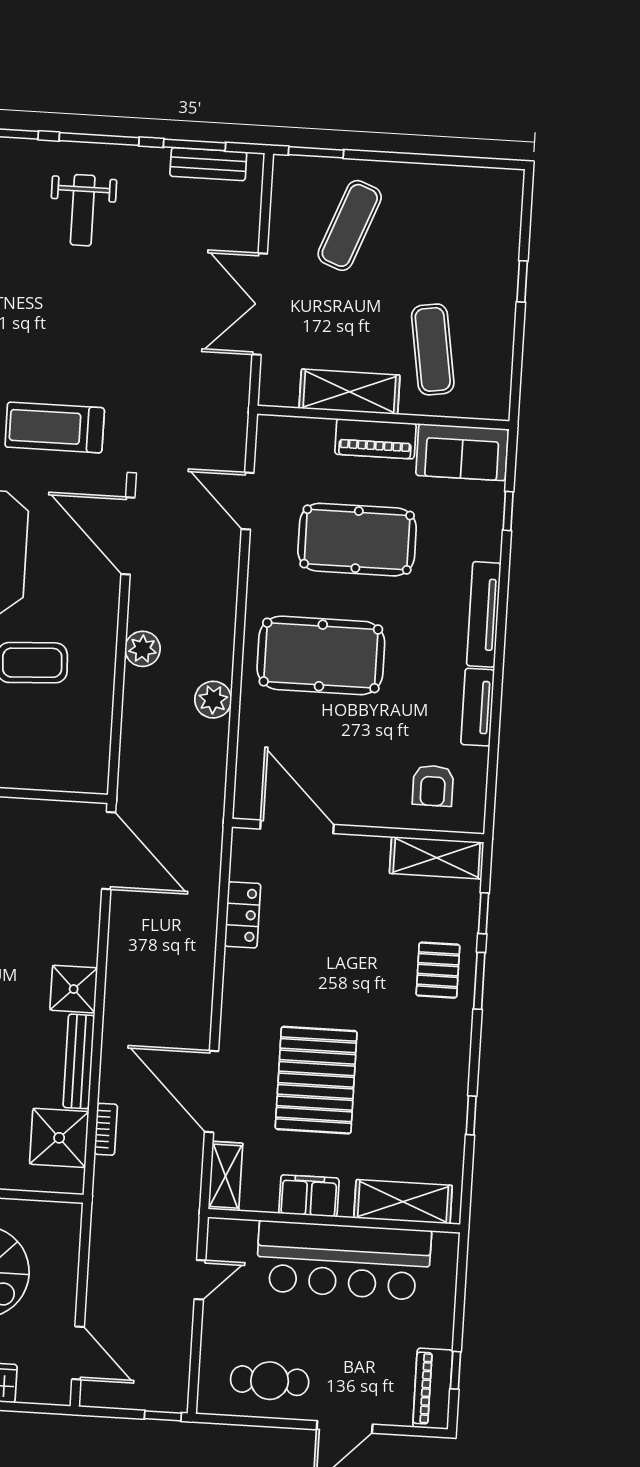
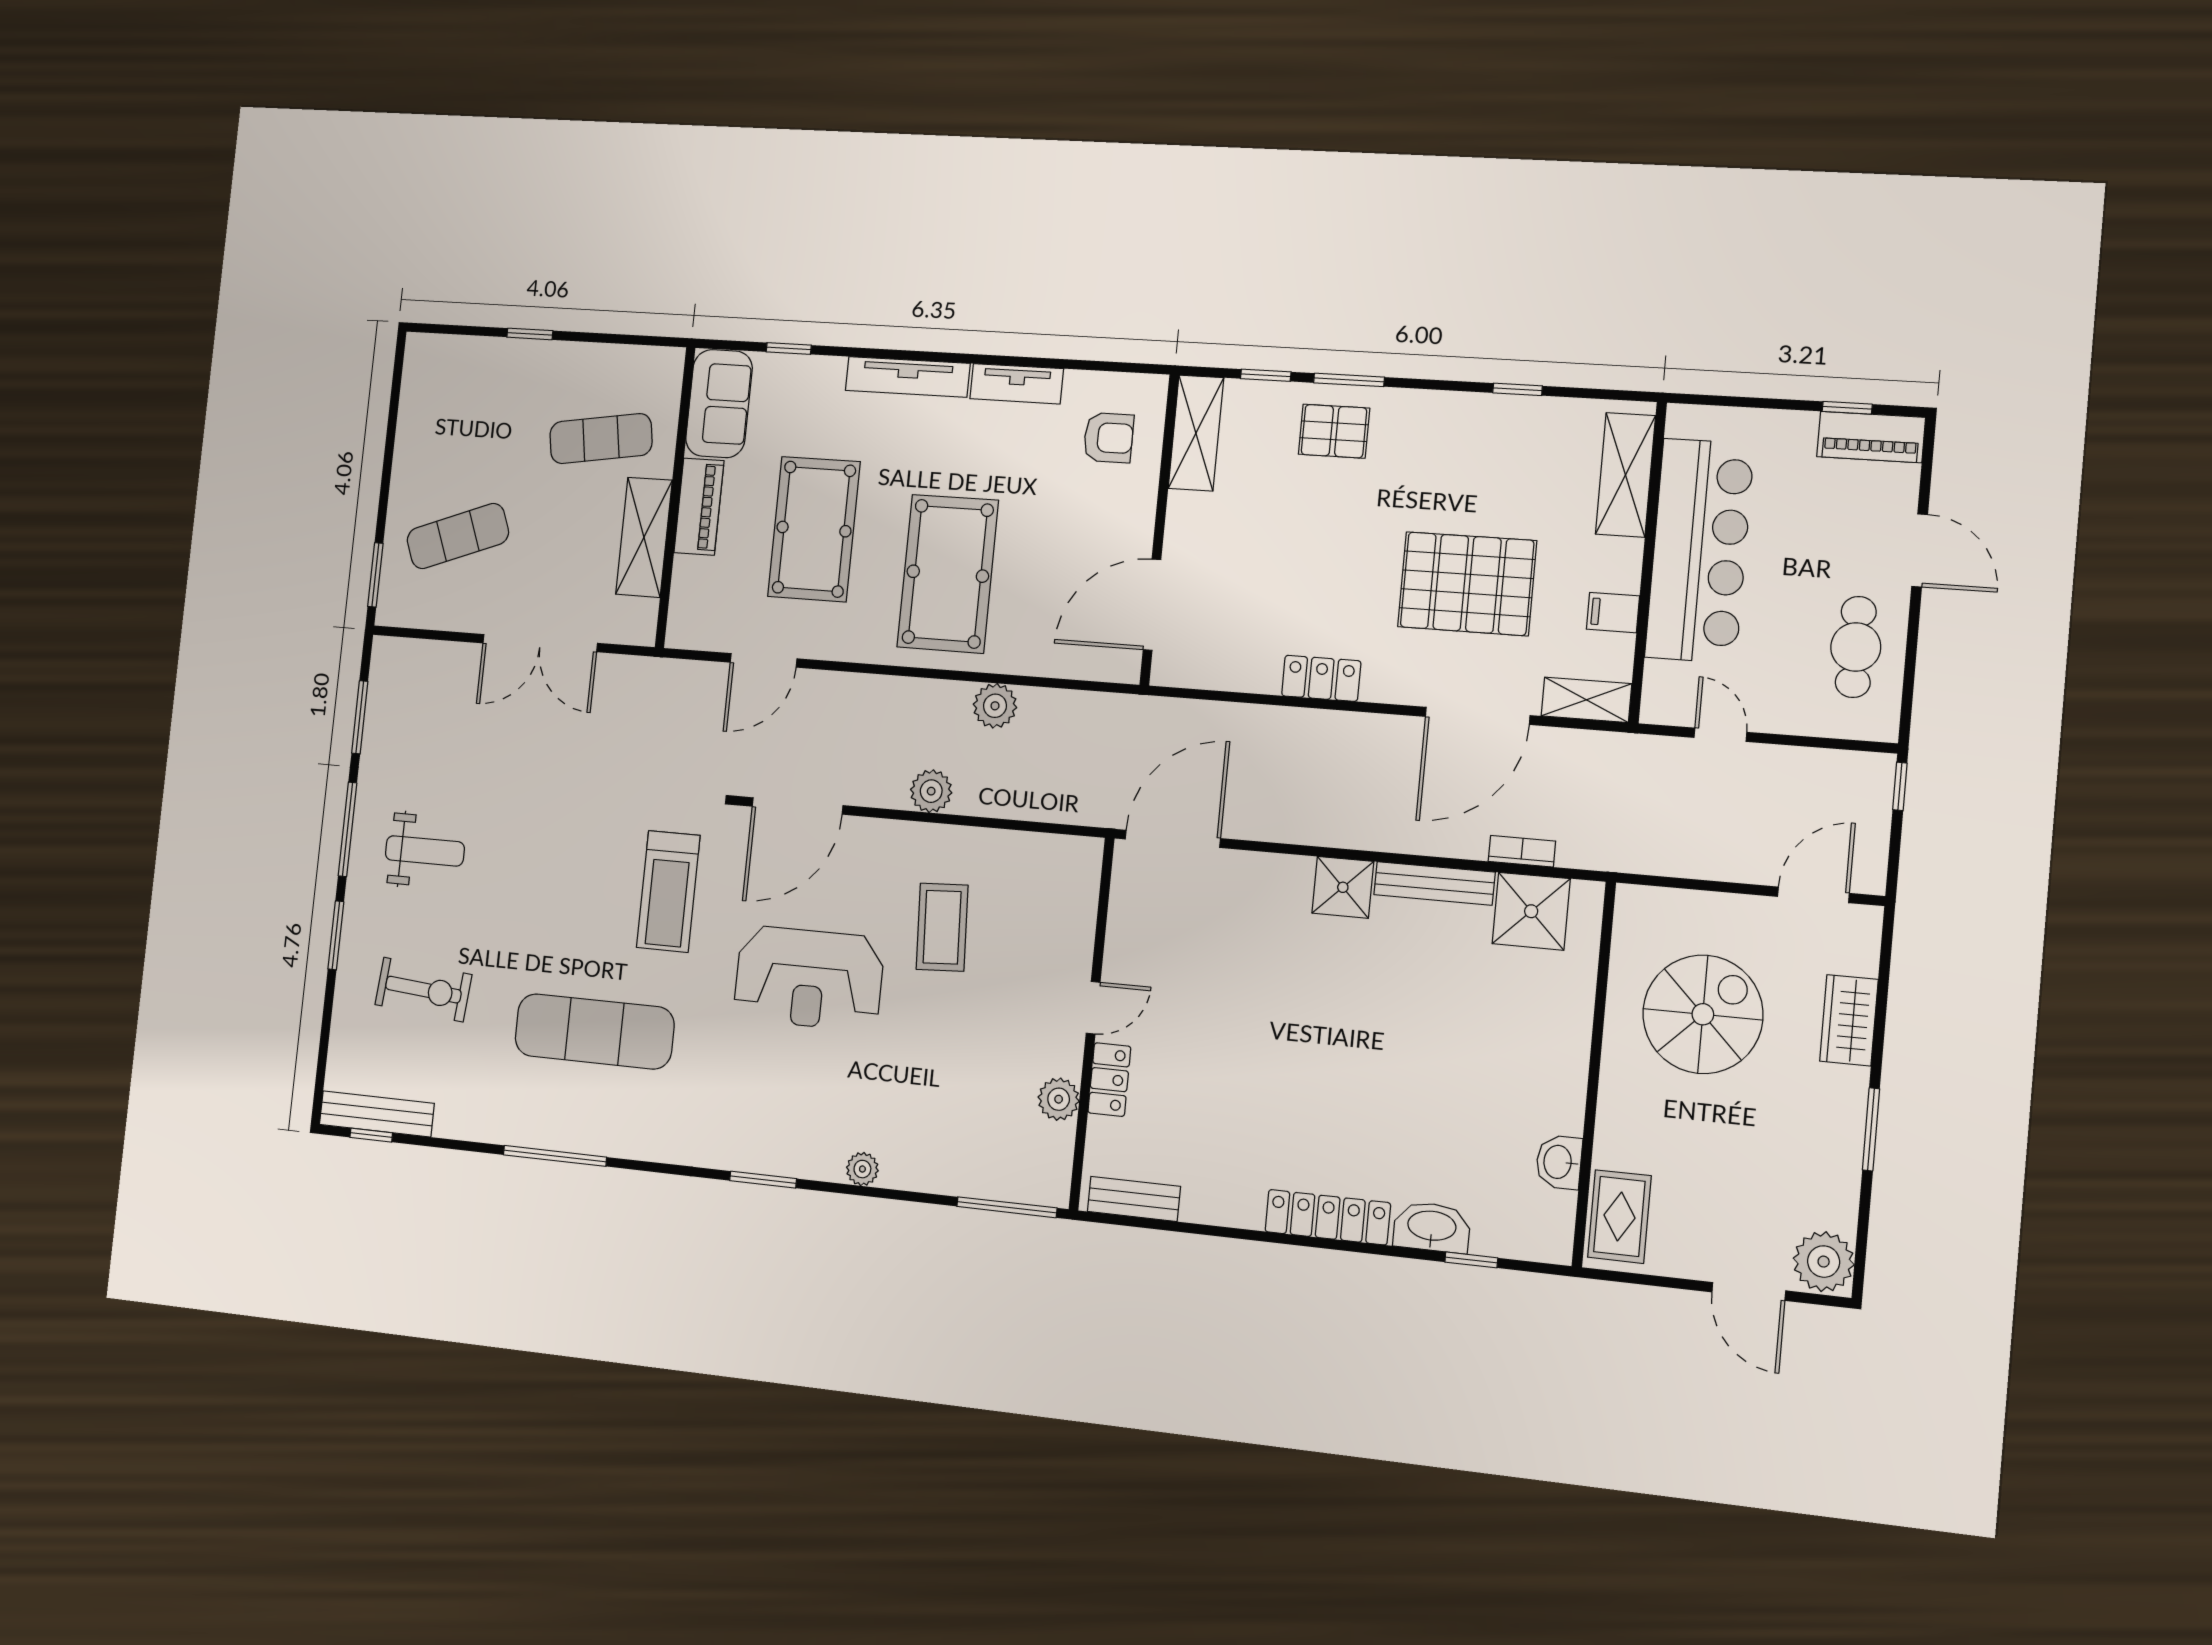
bench: (208, 164) -> (382, 701), removed
exercise mat: (350, 225) -> (458, 536), turned -42
locker: (243, 915) -> (1321, 678), moved
filing cabinet: (309, 1196) -> (1613, 613), width x0.50

